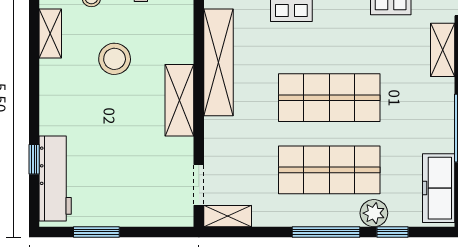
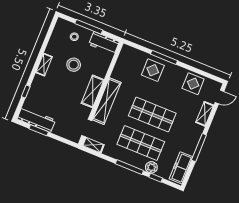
shelving: (50, 34) -> (44, 65), moved
shelving: (218, 62) -> (107, 101), moved
workbench: (55, 179) -> (36, 120), moved, turned -90

